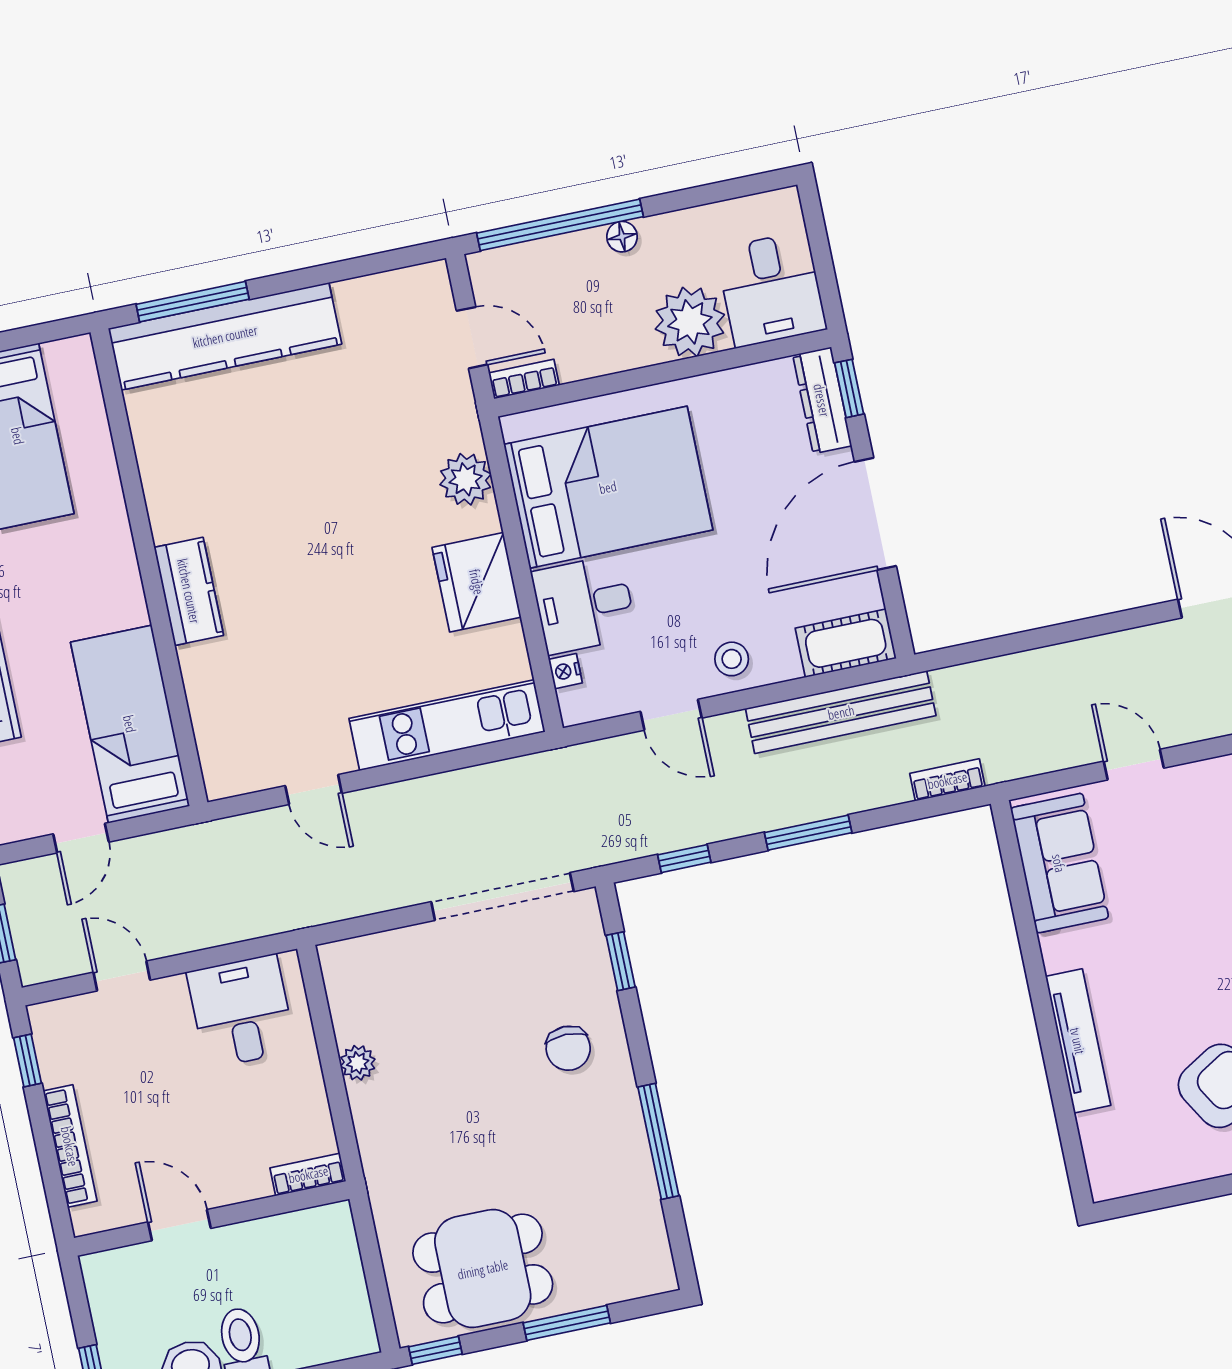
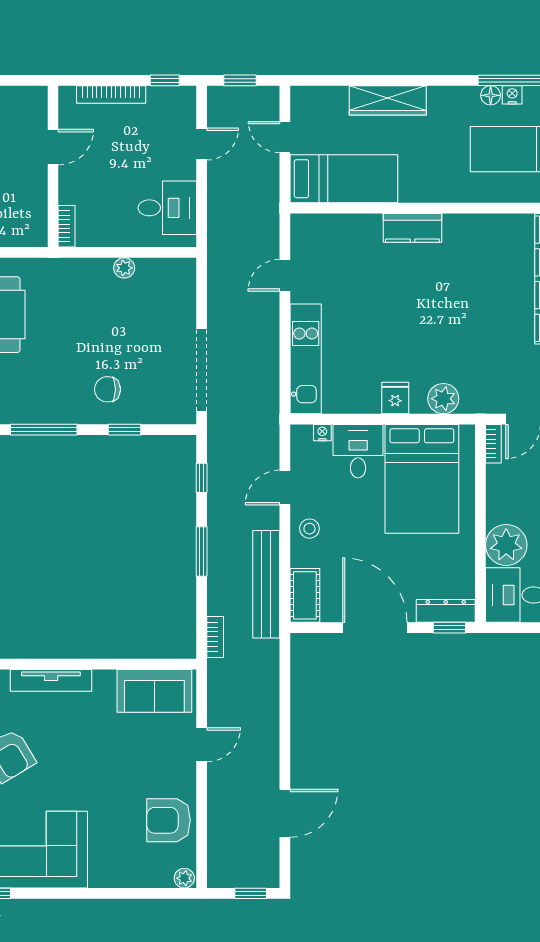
fridge: (477, 582) -> (395, 398), width x0.53, depth x0.75
window: (621, 961) -> (125, 430), moved

